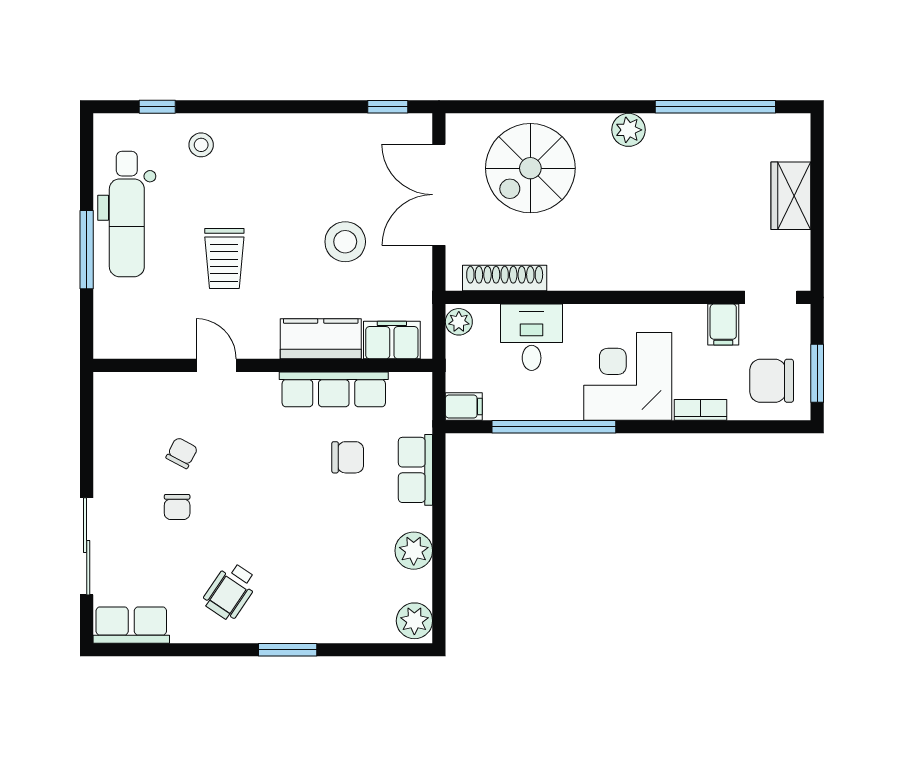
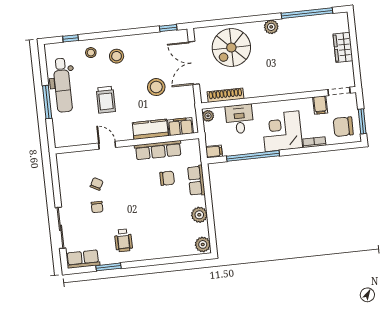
stool: (260, 160) -> (117, 56), added
wheelchair: (230, 591) -> (123, 240), turned -34
window: (288, 650) -> (109, 267), moved

